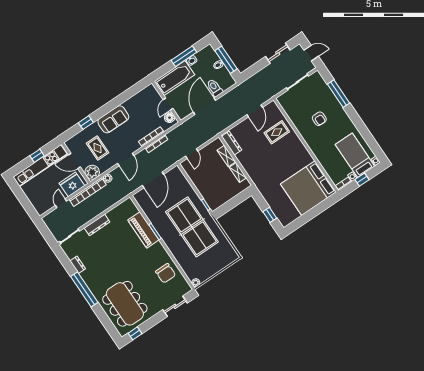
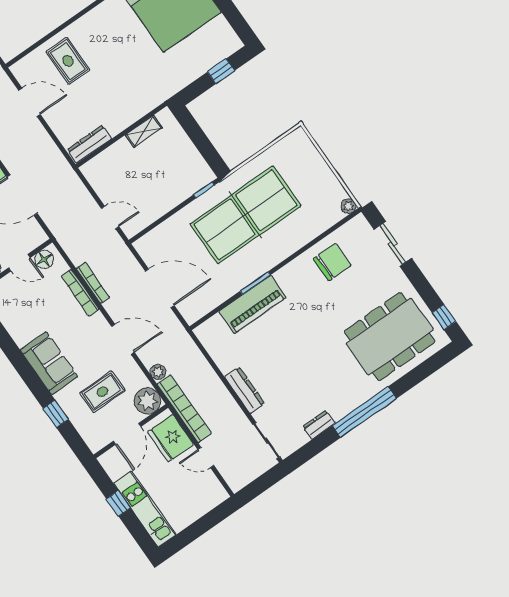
shelving: (226, 156) -> (113, 153), removed
kitchen unit: (40, 166) -> (145, 509), width x0.73

